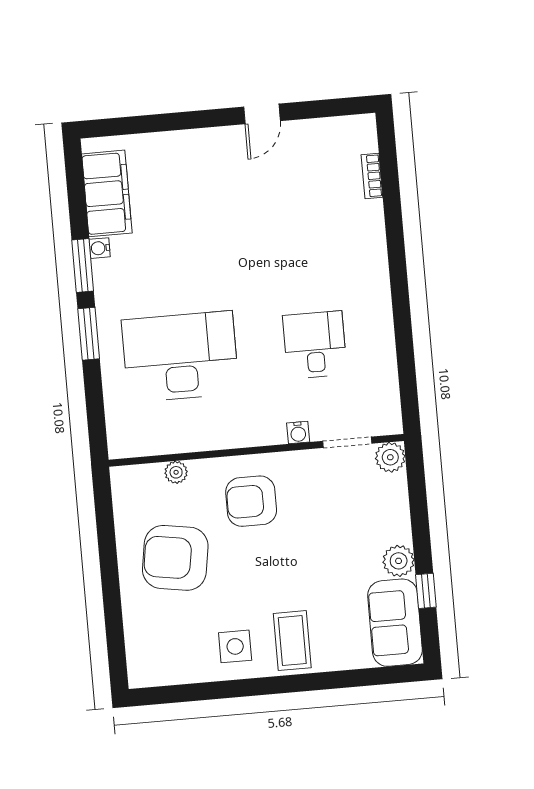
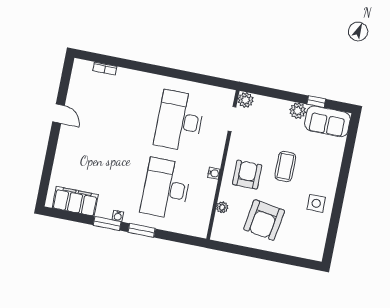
water cooler: (100, 248) -> (118, 216), moved
desk: (315, 345) -> (179, 121), width x1.87, depth x1.30
water cooler: (298, 433) -> (214, 173), moved
armchair: (251, 501) -> (247, 175), turned 180
coffee table: (292, 641) -> (285, 166), moved, turned 90

